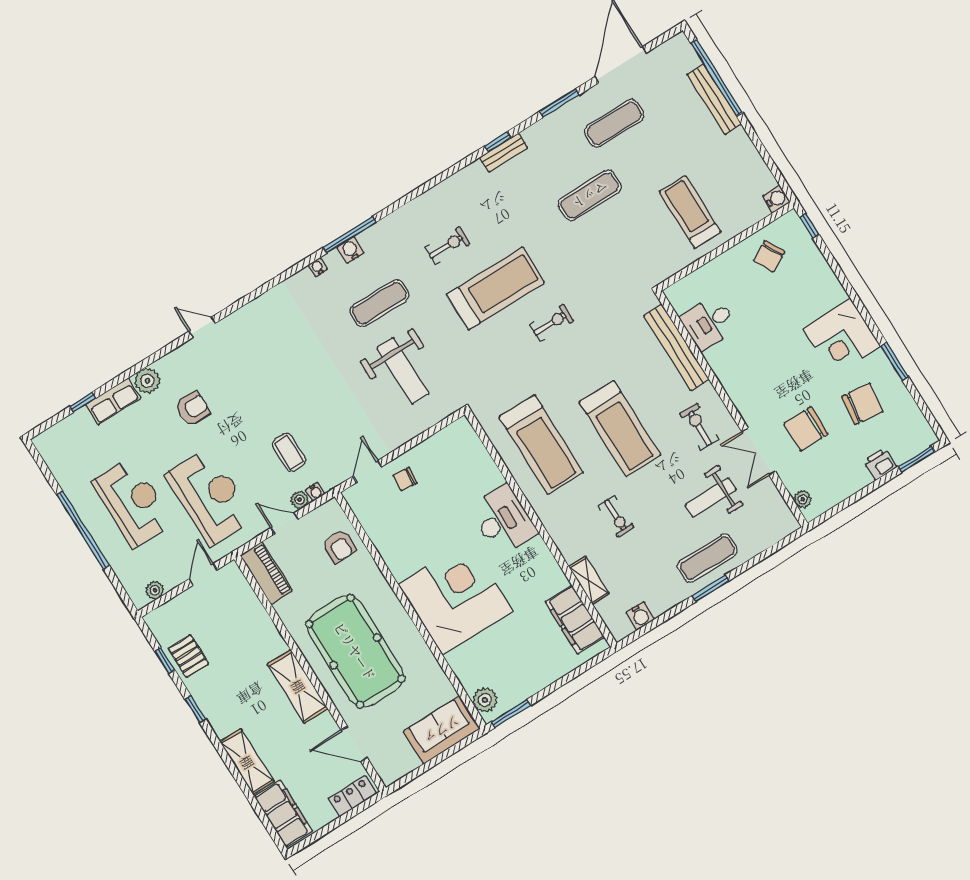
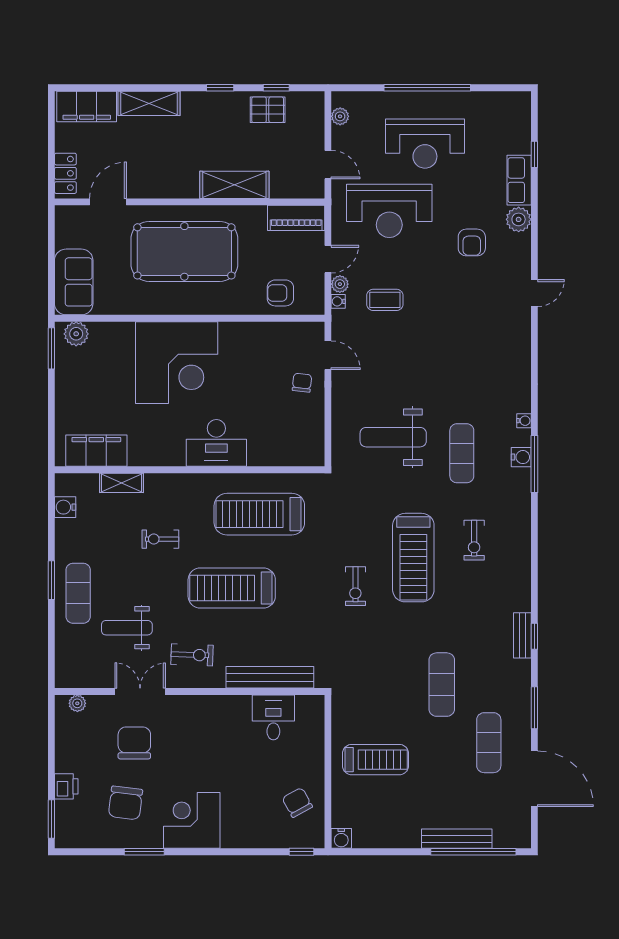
weight bench: (711, 498) -> (127, 628), turned -90
shelving: (298, 686) -> (234, 185), moved

